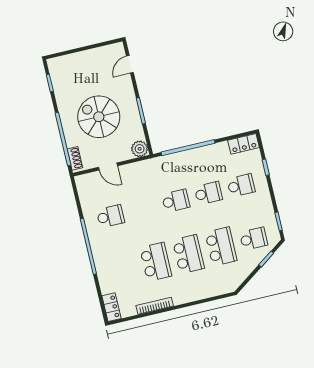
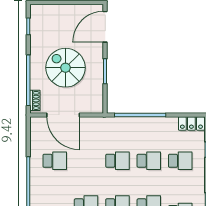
door: (130, 64) -> (105, 27), width x1.88
plant: (140, 149) -> (96, 106), removed
door: (108, 167) -> (63, 115), width x1.87

